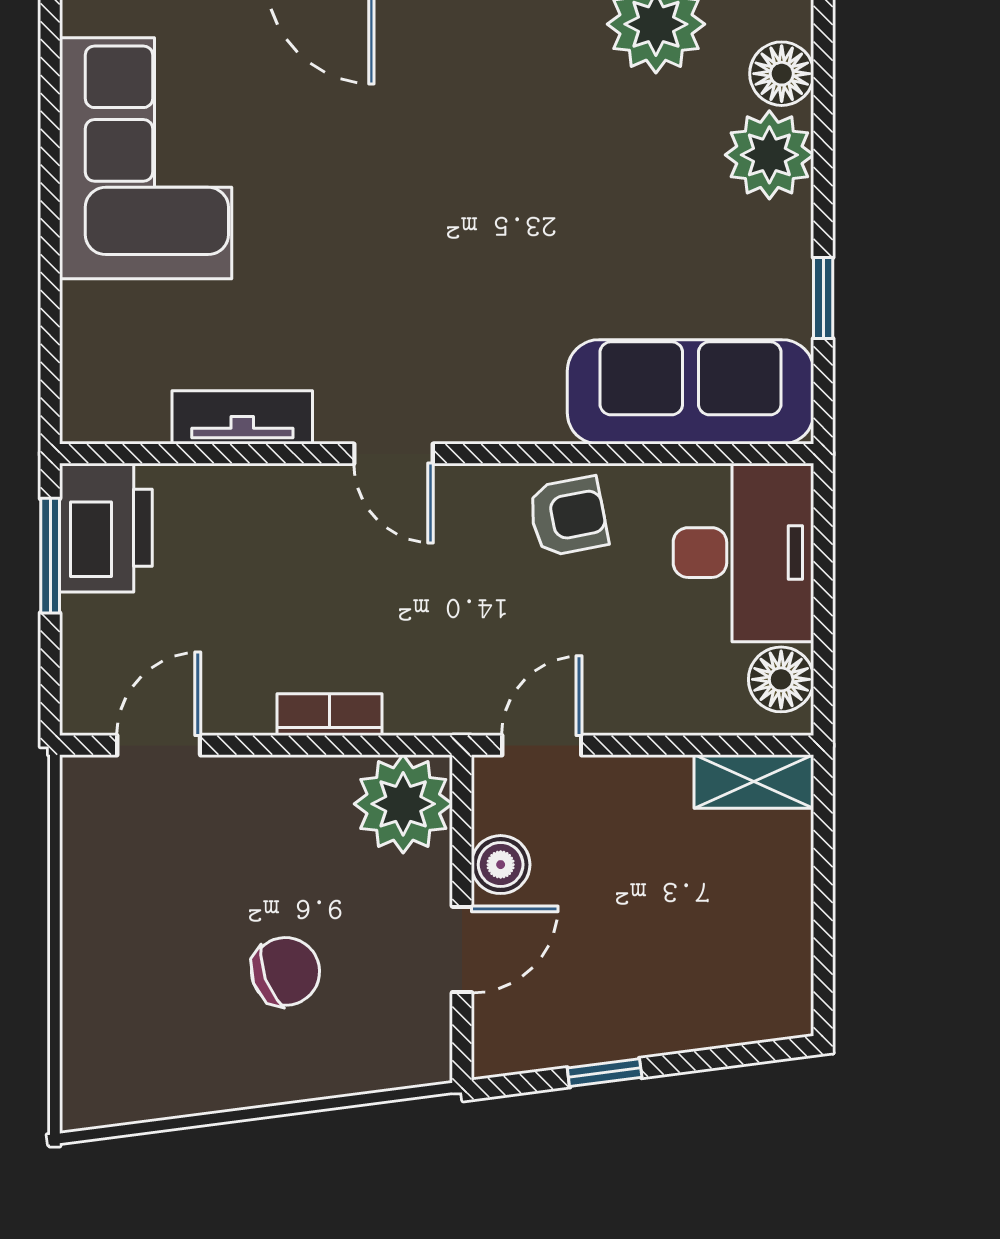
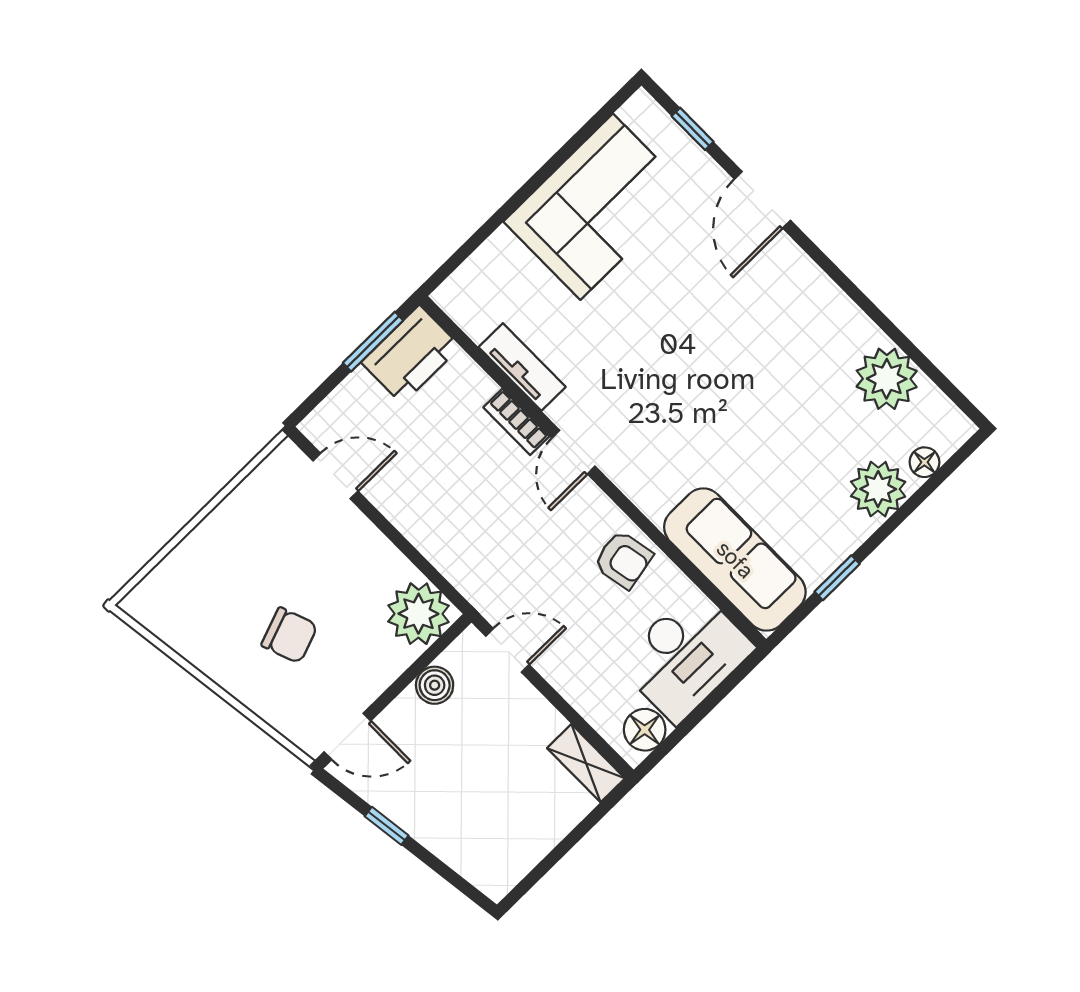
floor lamp: (782, 74) -> (924, 462), width x0.73, depth x0.73
bookcase: (330, 715) -> (516, 422), moved, turned 180
door: (462, 949) -> (347, 736), moved

